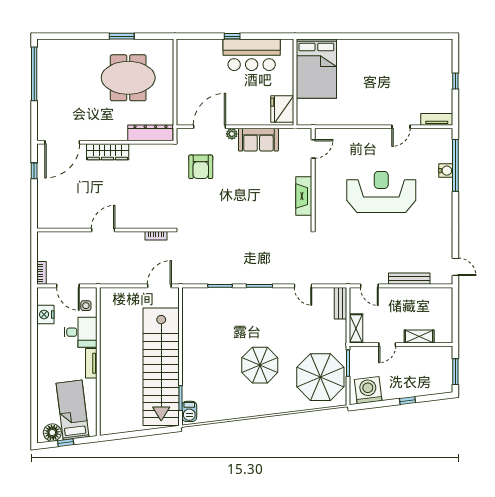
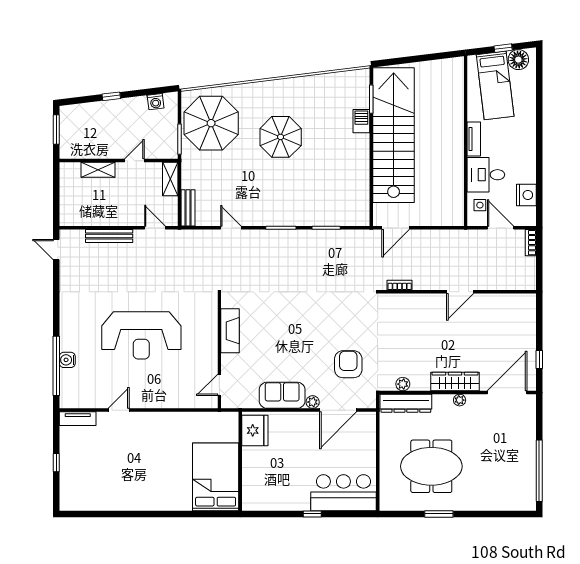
bar counter: (252, 55) -> (343, 493), moved
plant: (104, 136) -> (460, 400), added
plant: (153, 150) -> (403, 384), added
washing machine: (368, 390) -> (156, 102), width x0.53, depth x0.53
barbecue: (189, 411) -> (361, 121), moved

